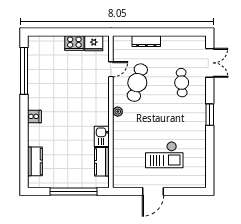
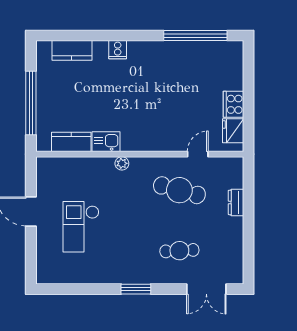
dresser: (146, 41) -> (236, 202), width x0.70
door: (111, 69) -> (198, 154), swing flipped
plant: (118, 112) -> (122, 163), moved
cooker: (34, 116) -> (118, 50), moved

